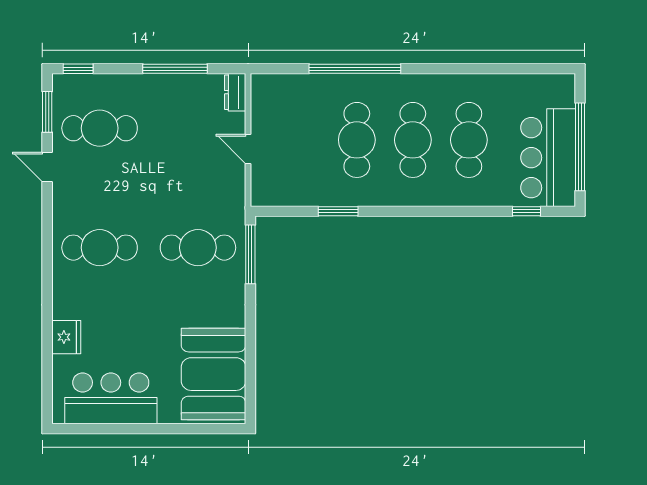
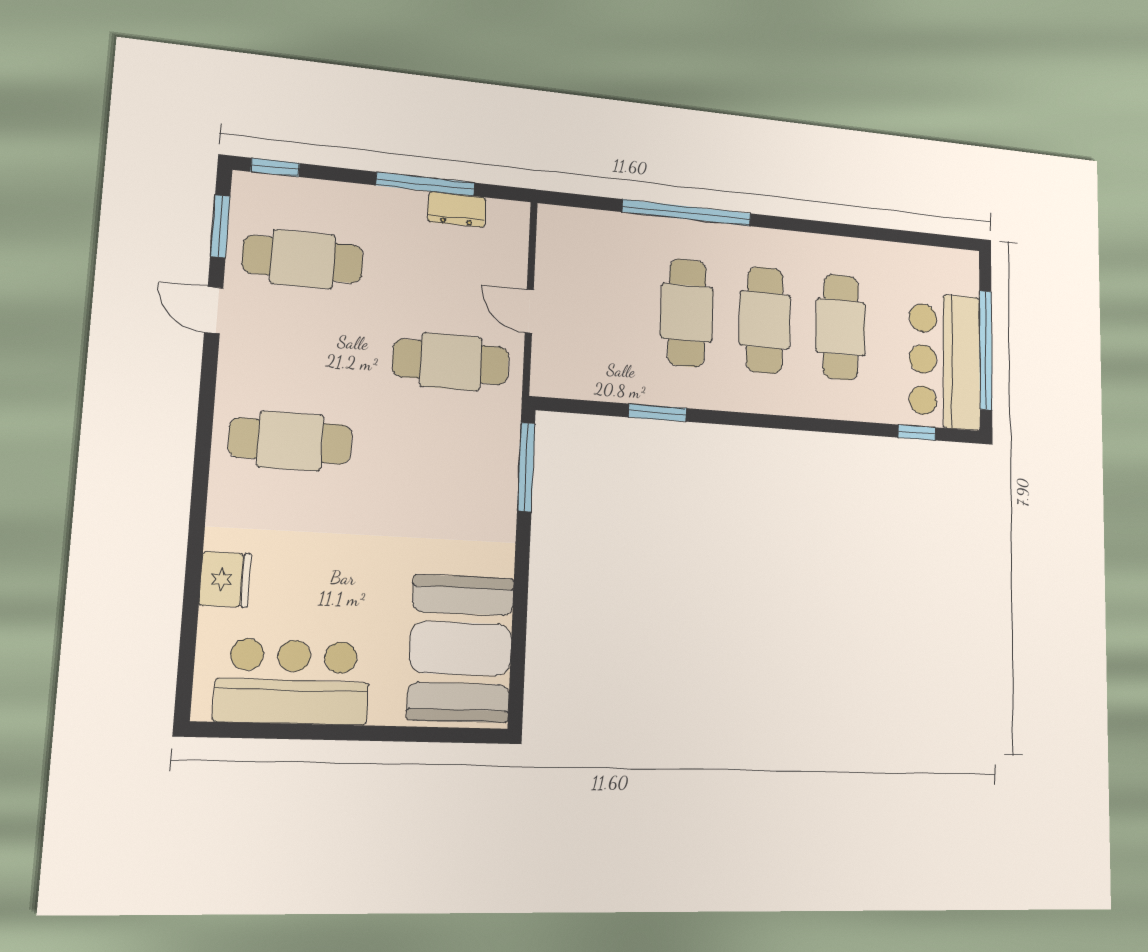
dresser: (235, 92) -> (457, 210), moved, turned -90
cafe table: (198, 248) -> (451, 362), moved

